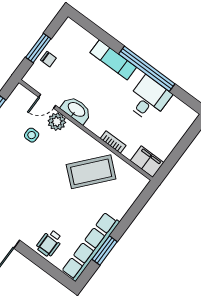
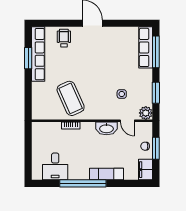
desk: (149, 99) -> (55, 166), moved
door: (47, 101) -> (127, 121), swing flipped
plant: (57, 122) -> (146, 113), moved
filing cabinet: (147, 162) -> (145, 170), moved, turned 90
coffee table: (91, 172) -> (71, 98), turned -65

